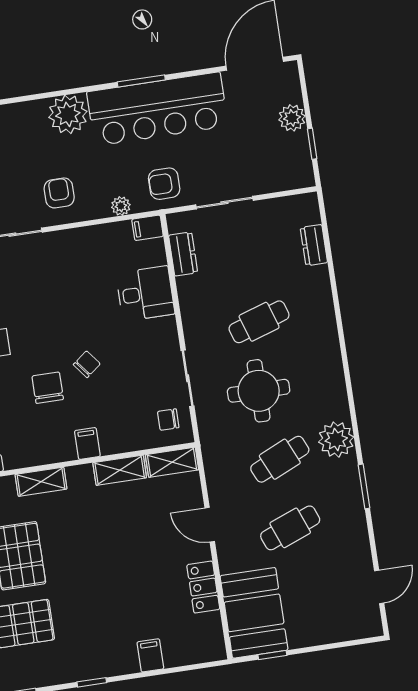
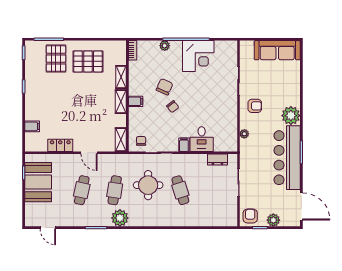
armchair: (164, 184) -> (250, 216), moved
filing cabinet: (148, 228) -> (184, 145), moved
dresser: (314, 245) -> (212, 221), removed
chair: (48, 388) -> (164, 87), turned -66
cafe table: (280, 459) -> (115, 190), turned 33
shelving: (120, 470) -> (121, 102), moved
door: (210, 525) -> (89, 153), swing flipped
cafe table: (290, 528) -> (82, 190), turned 33
booth: (254, 613) -> (38, 182), moved, turned 90
filing cabinet: (150, 655) -> (32, 126), moved

